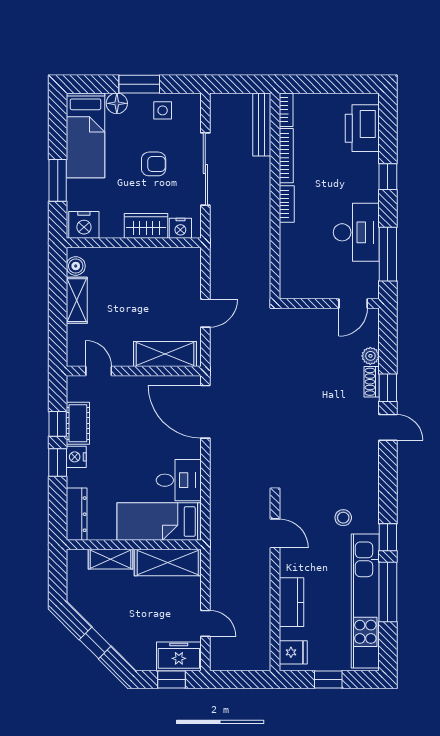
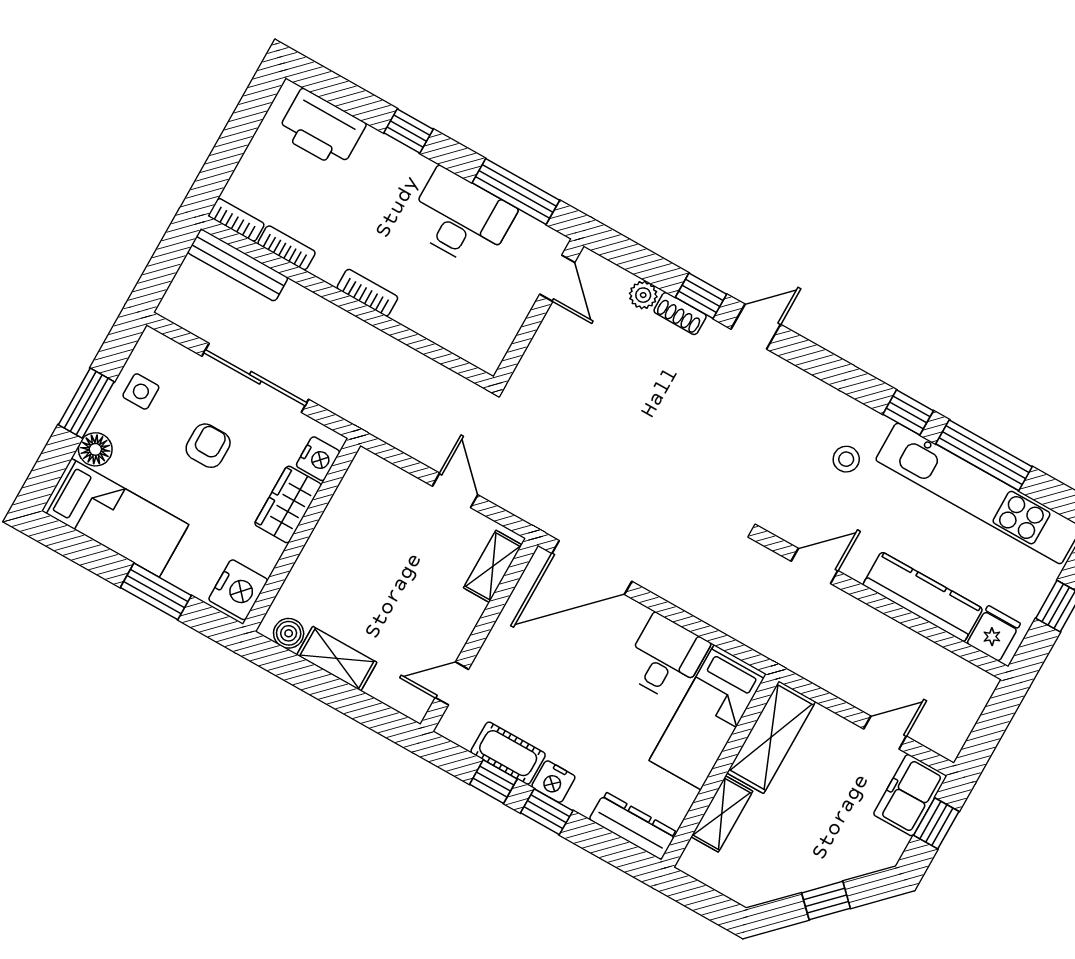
bookcase: (286, 156) -> (287, 248), width x0.64
shelving: (165, 354) -> (493, 566), width x0.67, depth x0.75
kitchen counter: (291, 602) -> (923, 597), width x1.50

